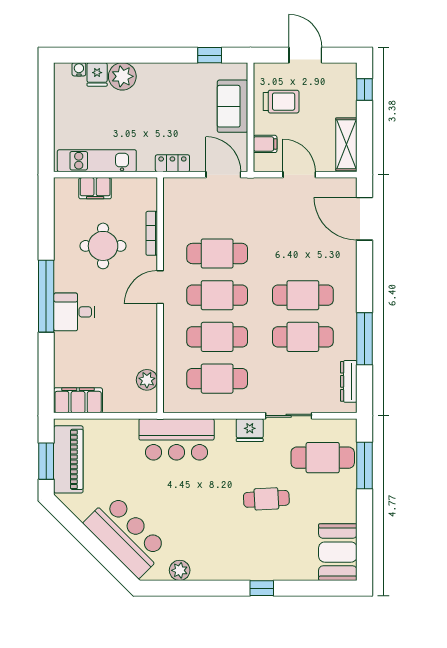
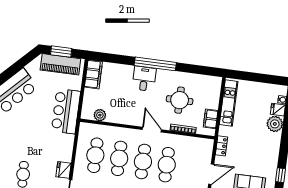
filing cabinet: (95, 188) -> (211, 119), moved
bar counter: (177, 439) -> (66, 111), moved

